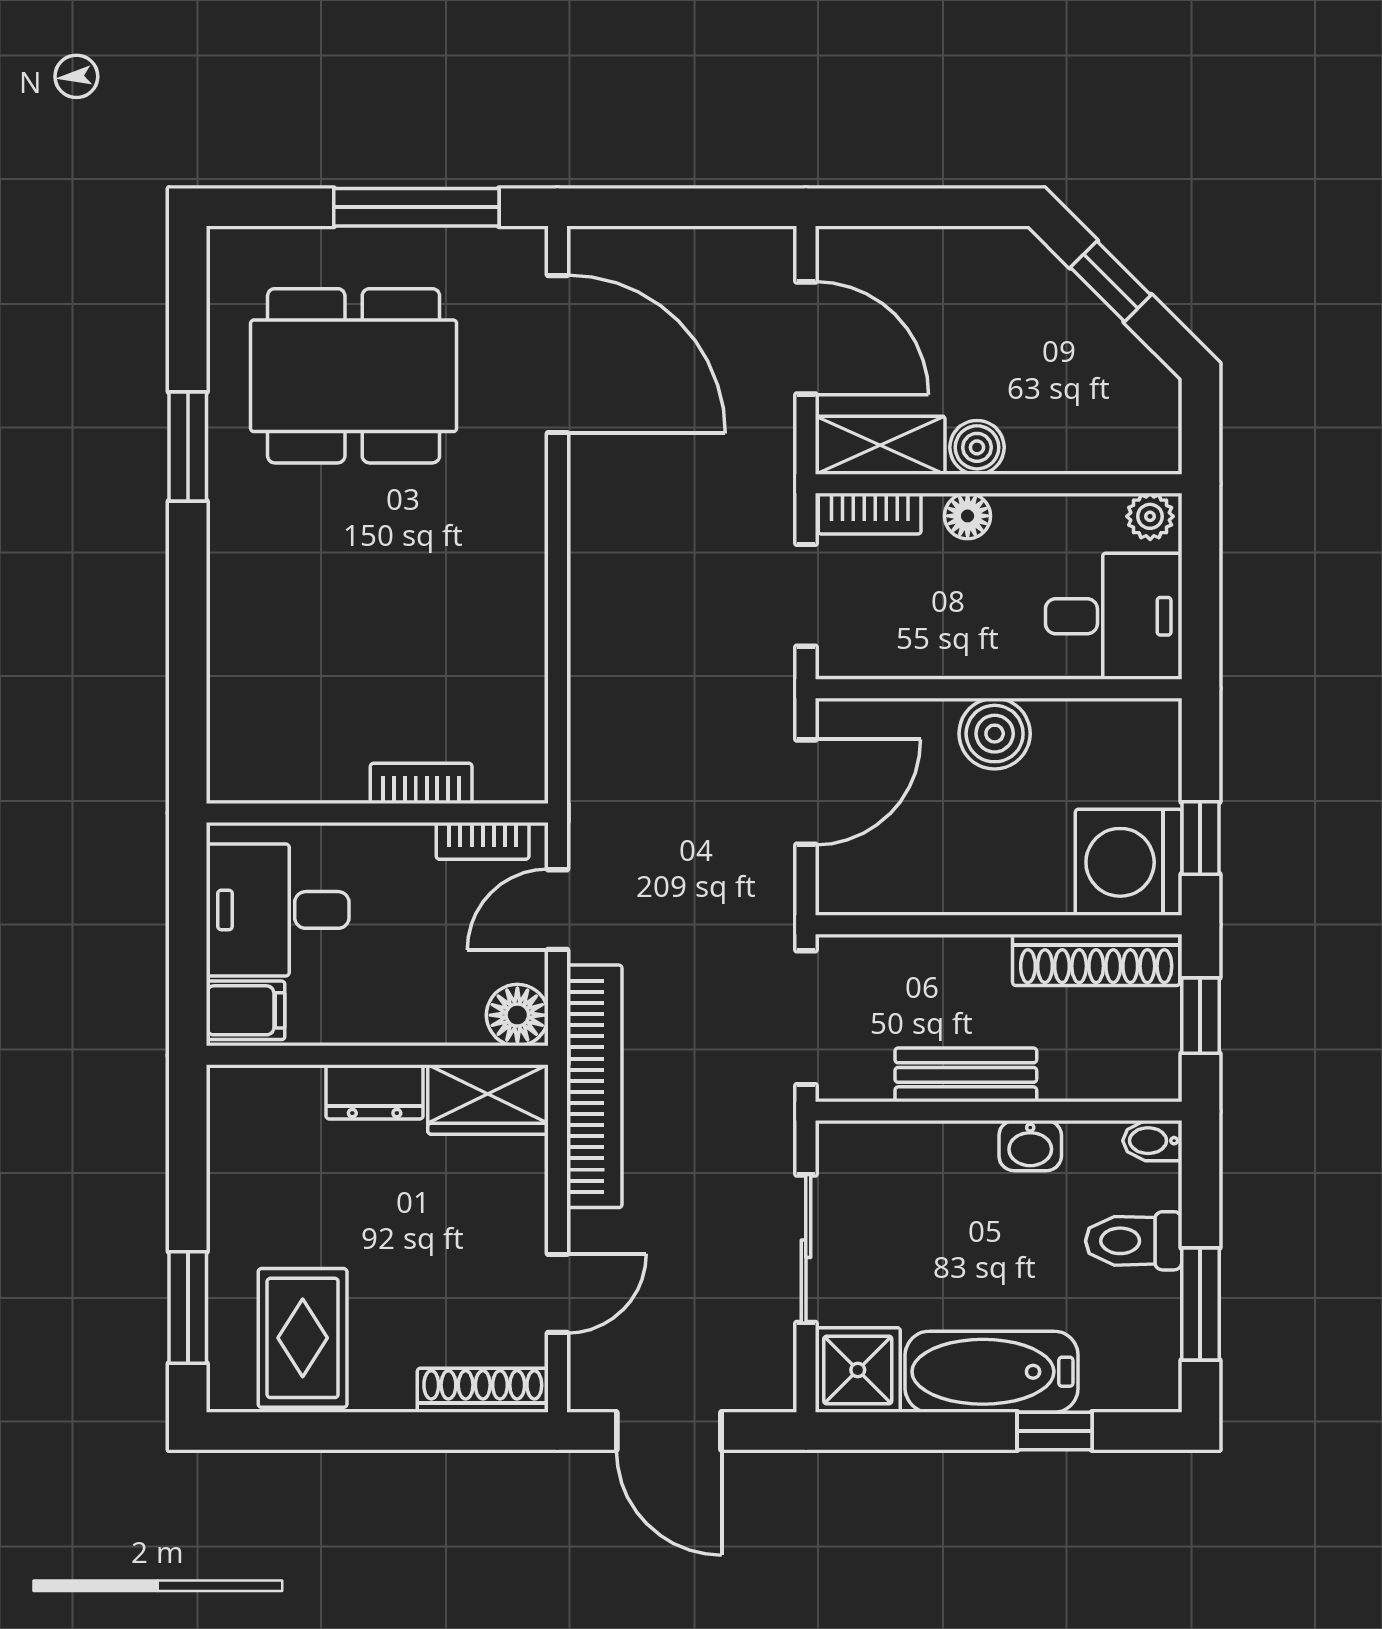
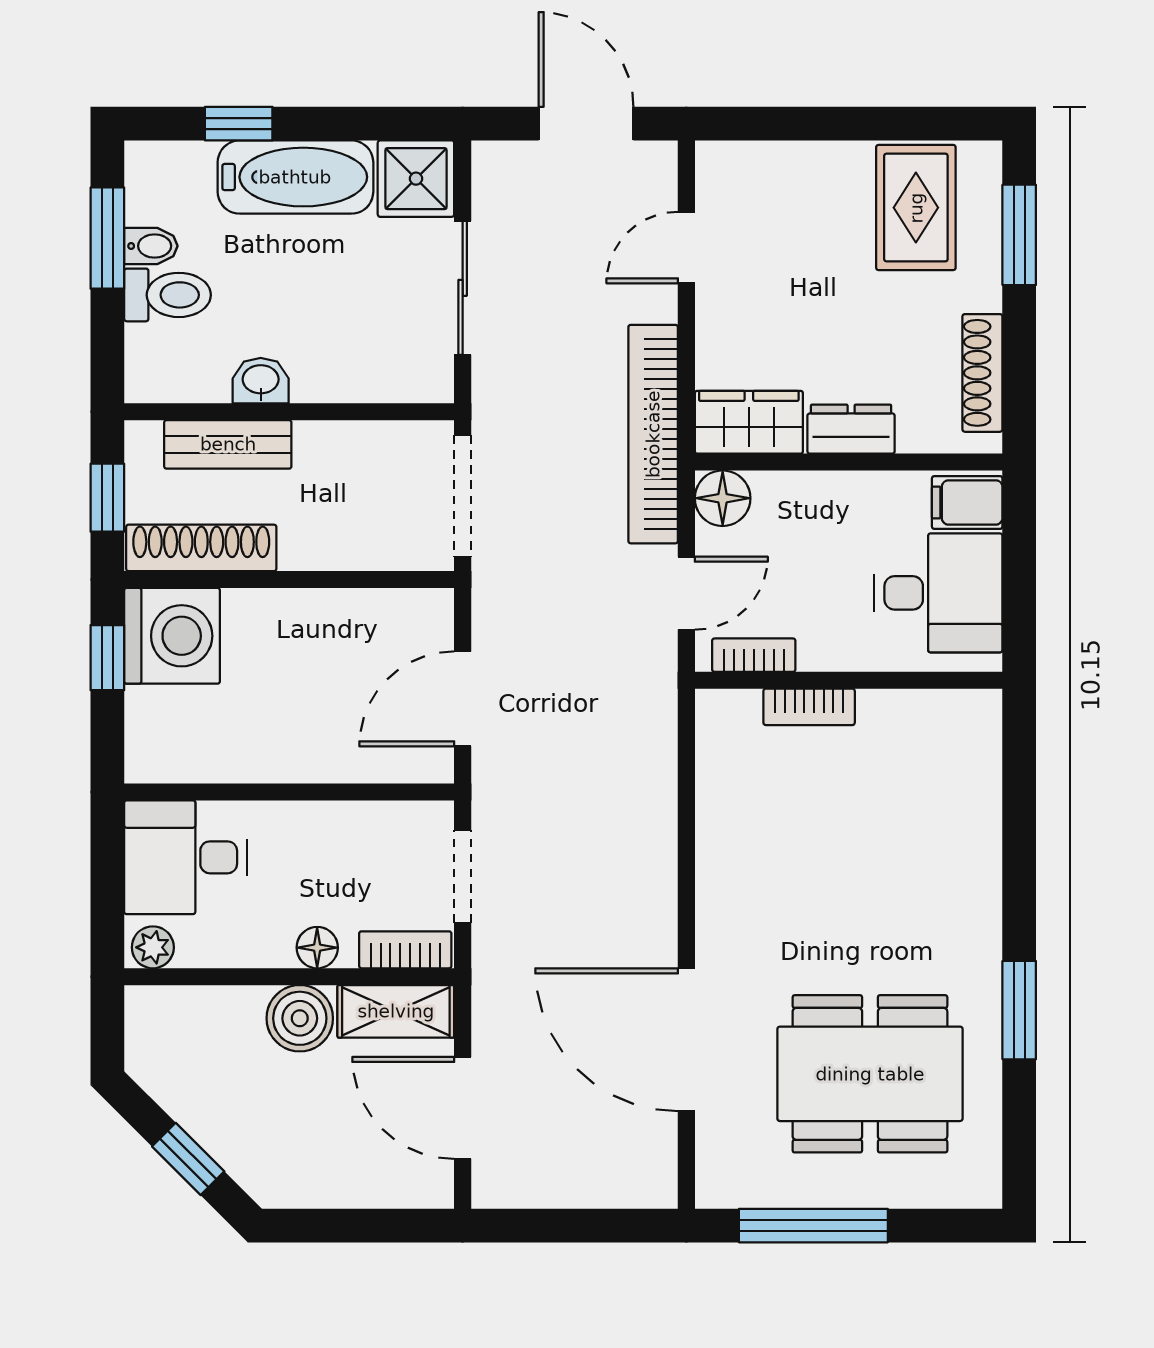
door: (557, 354) -> (686, 1040), moved
boiler: (977, 447) -> (300, 1018), width x1.36, depth x1.36
boiler: (995, 734) -> (293, 752), removed
bench: (966, 1075) -> (228, 444), moved
bidet: (1152, 1141) -> (151, 246), moved
shoe rack: (483, 1390) -> (982, 373), moved, turned 90

